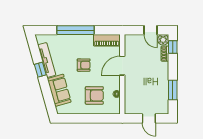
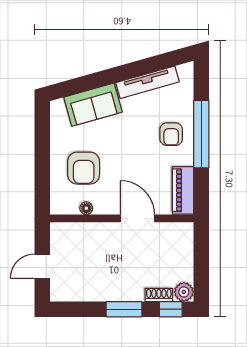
door: (151, 30) -> (201, 269), removed
armchair: (84, 65) -> (171, 134), moved
window: (40, 70) -> (130, 71), removed
window: (173, 90) -> (124, 309), moved

